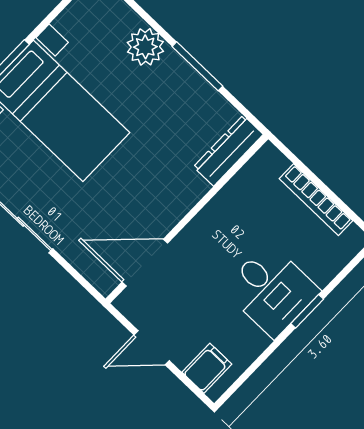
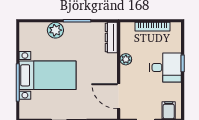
plant: (217, 211) -> (126, 59), added
door: (145, 263) -> (119, 96), hinge flipped

